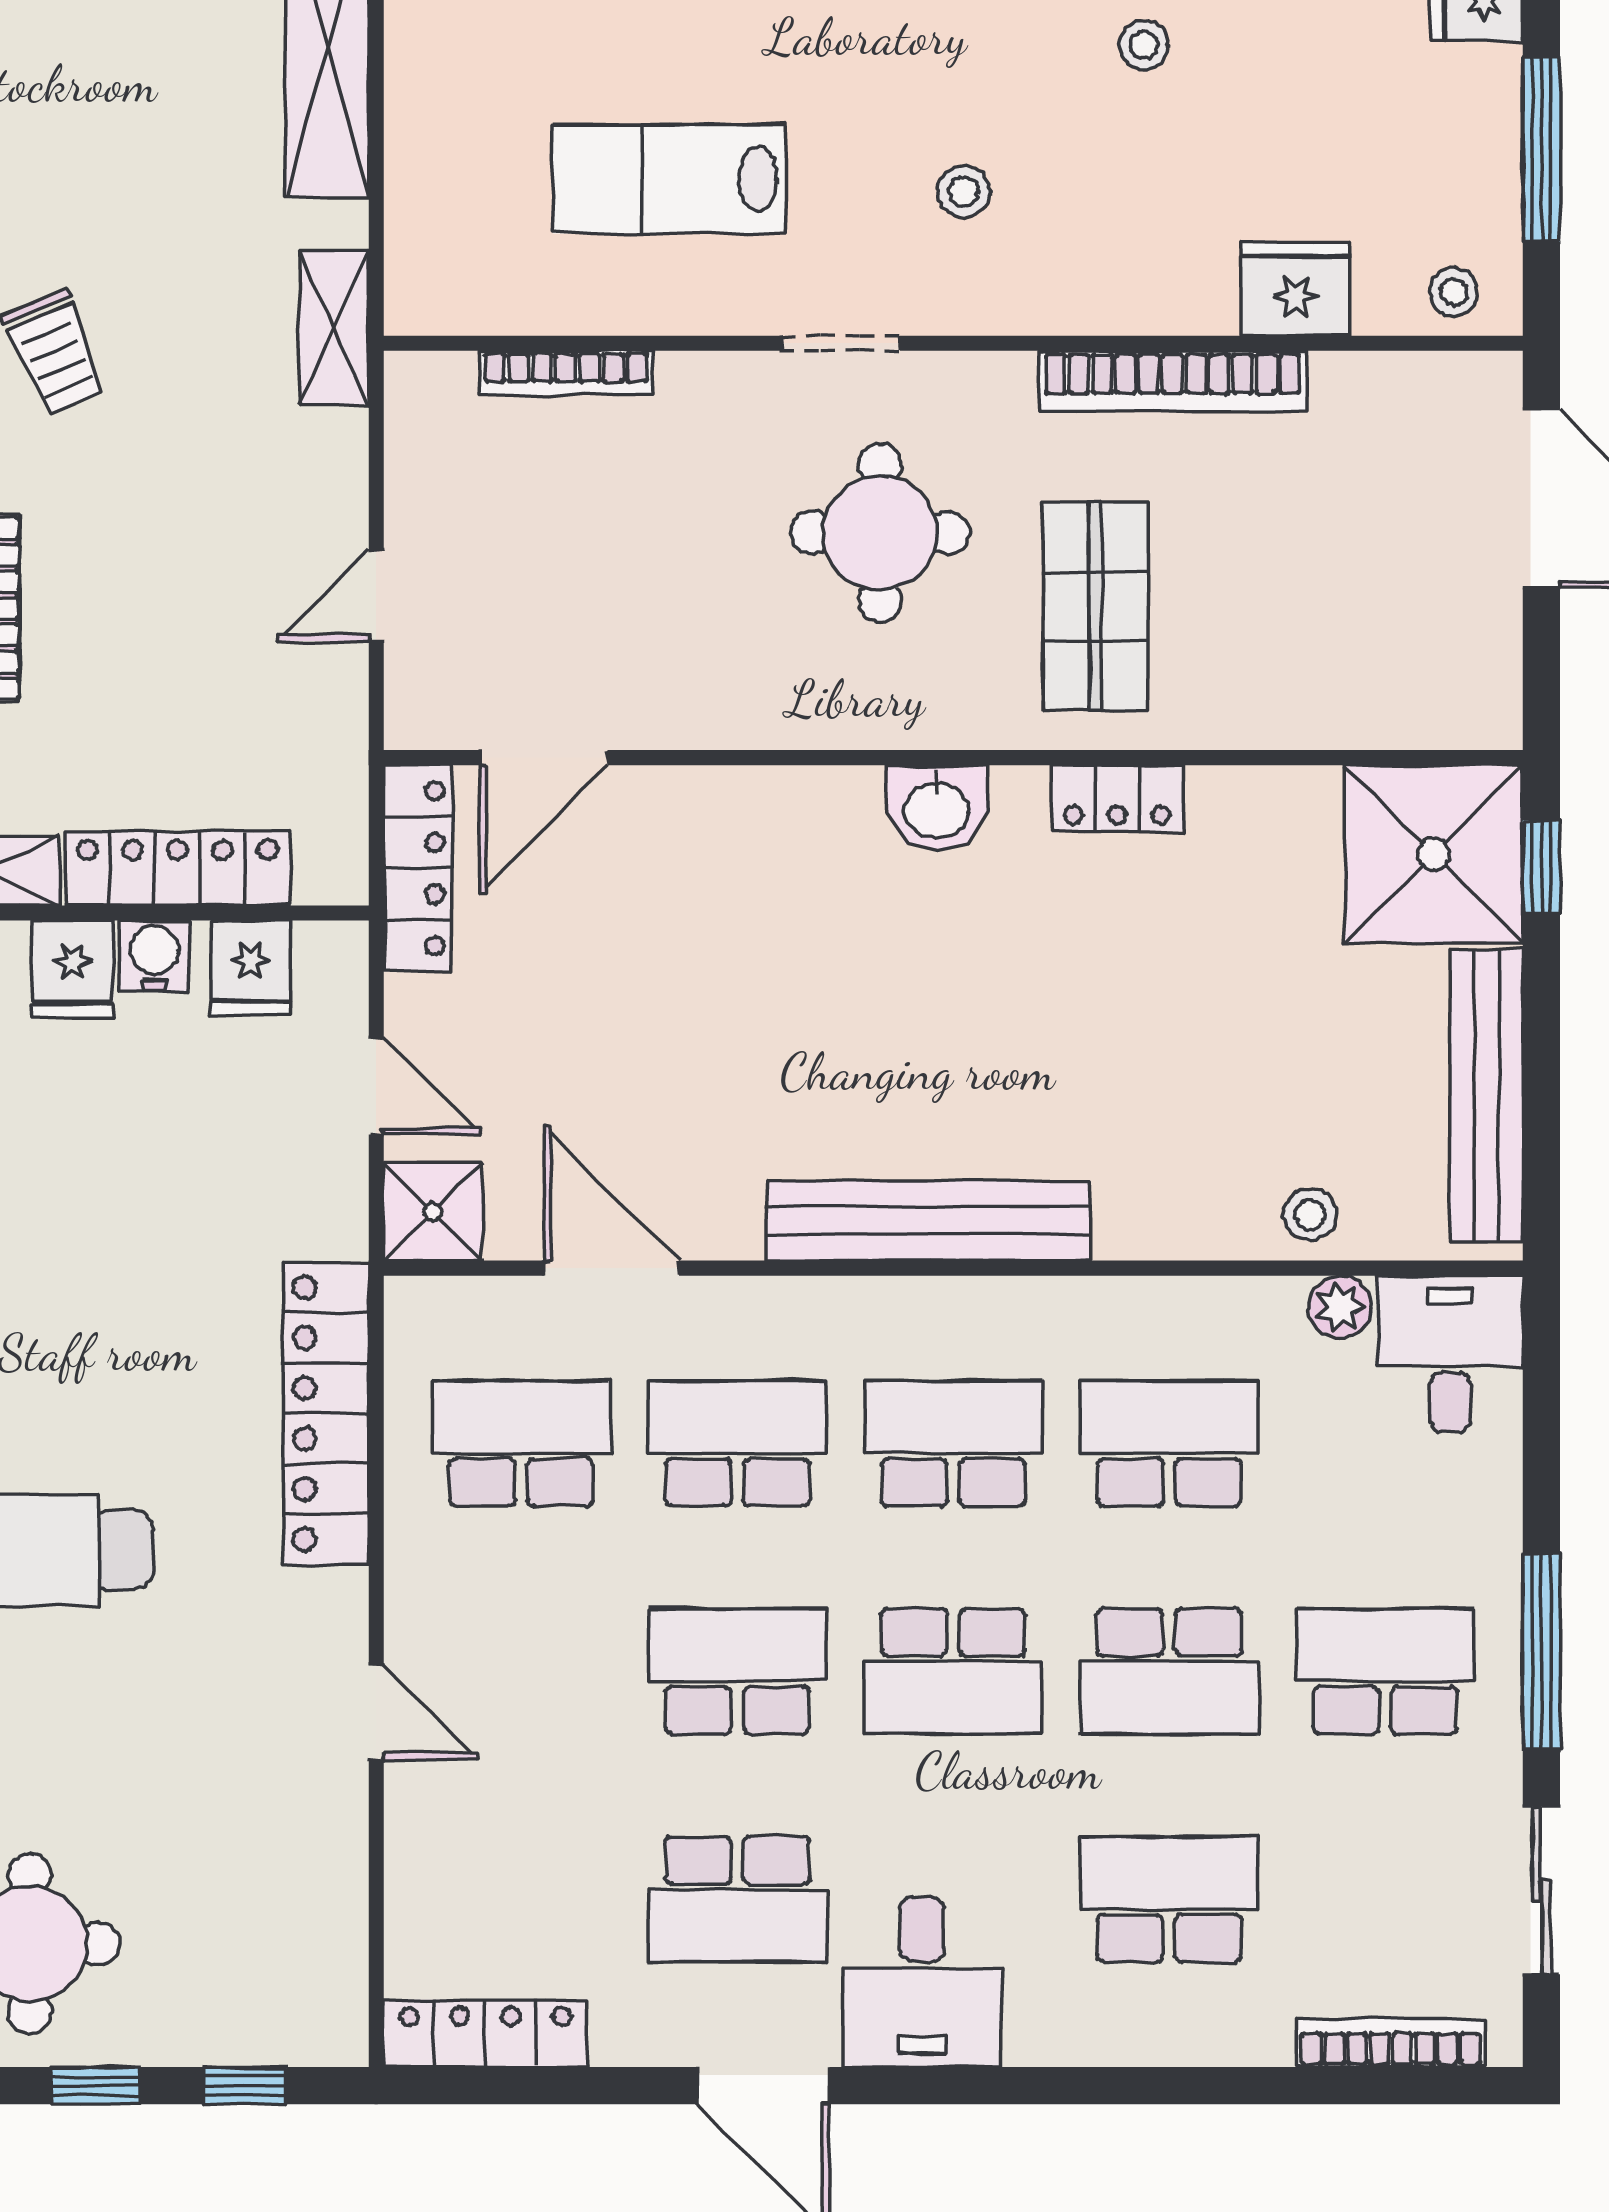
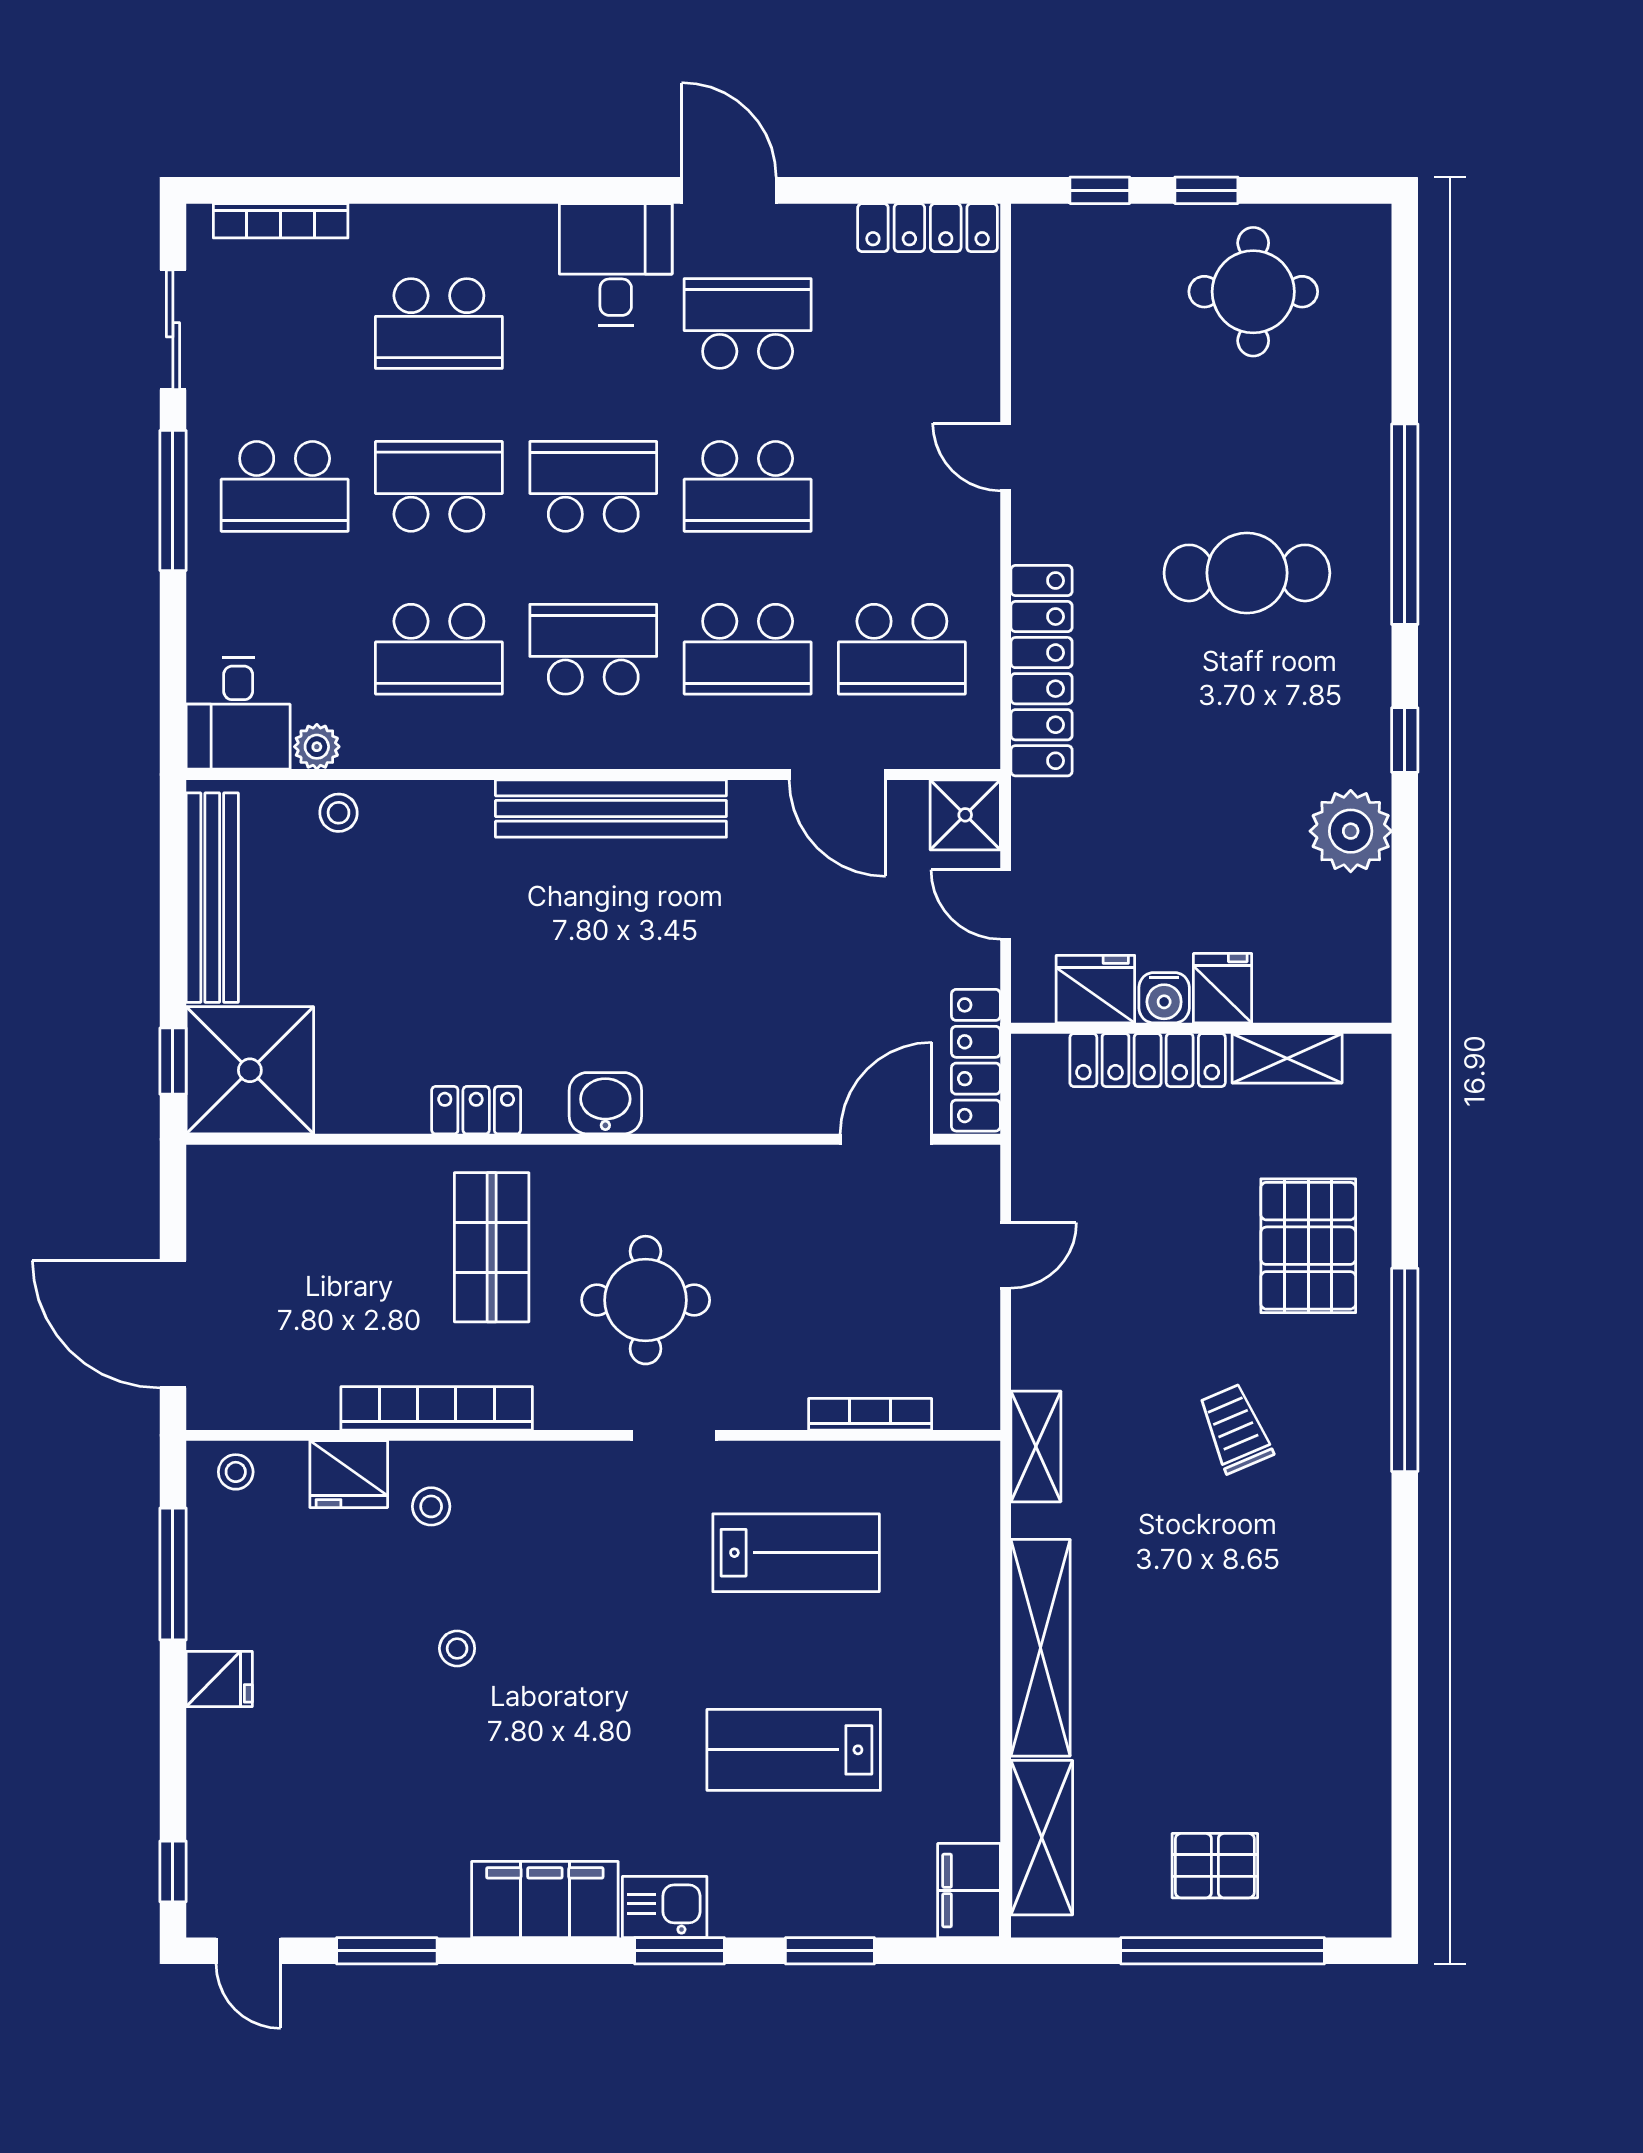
stool: (963, 191) -> (431, 1506), moved
fridge: (251, 968) -> (1095, 989), width x1.38
school desk: (953, 1443) -> (593, 649), turned 180

